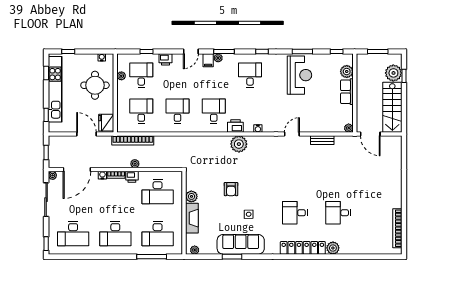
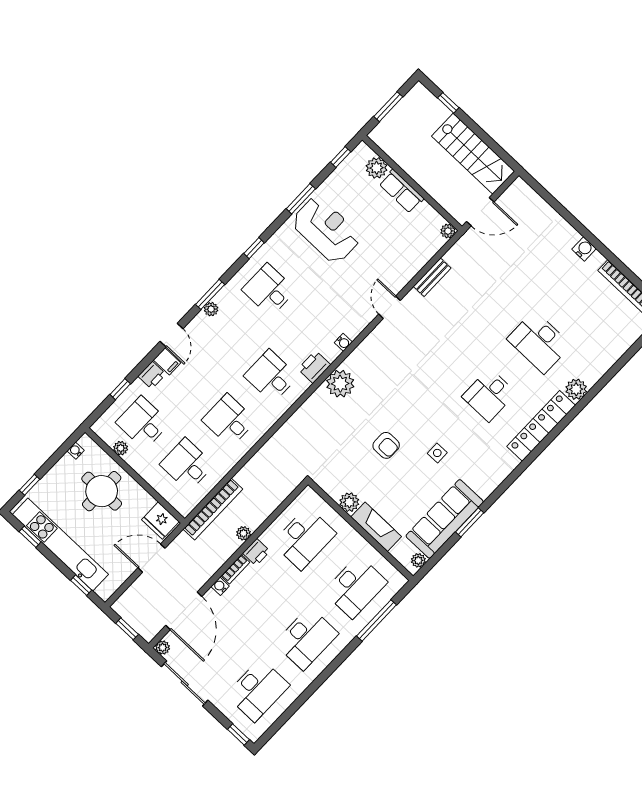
filing cabinet: (208, 60) -> (167, 361), moved
plant: (393, 73) -> (433, 112), removed
water cooler: (397, 194) -> (584, 249), added
desk: (338, 213) -> (539, 342), width x1.37
sofa: (241, 244) -> (445, 519), moved

